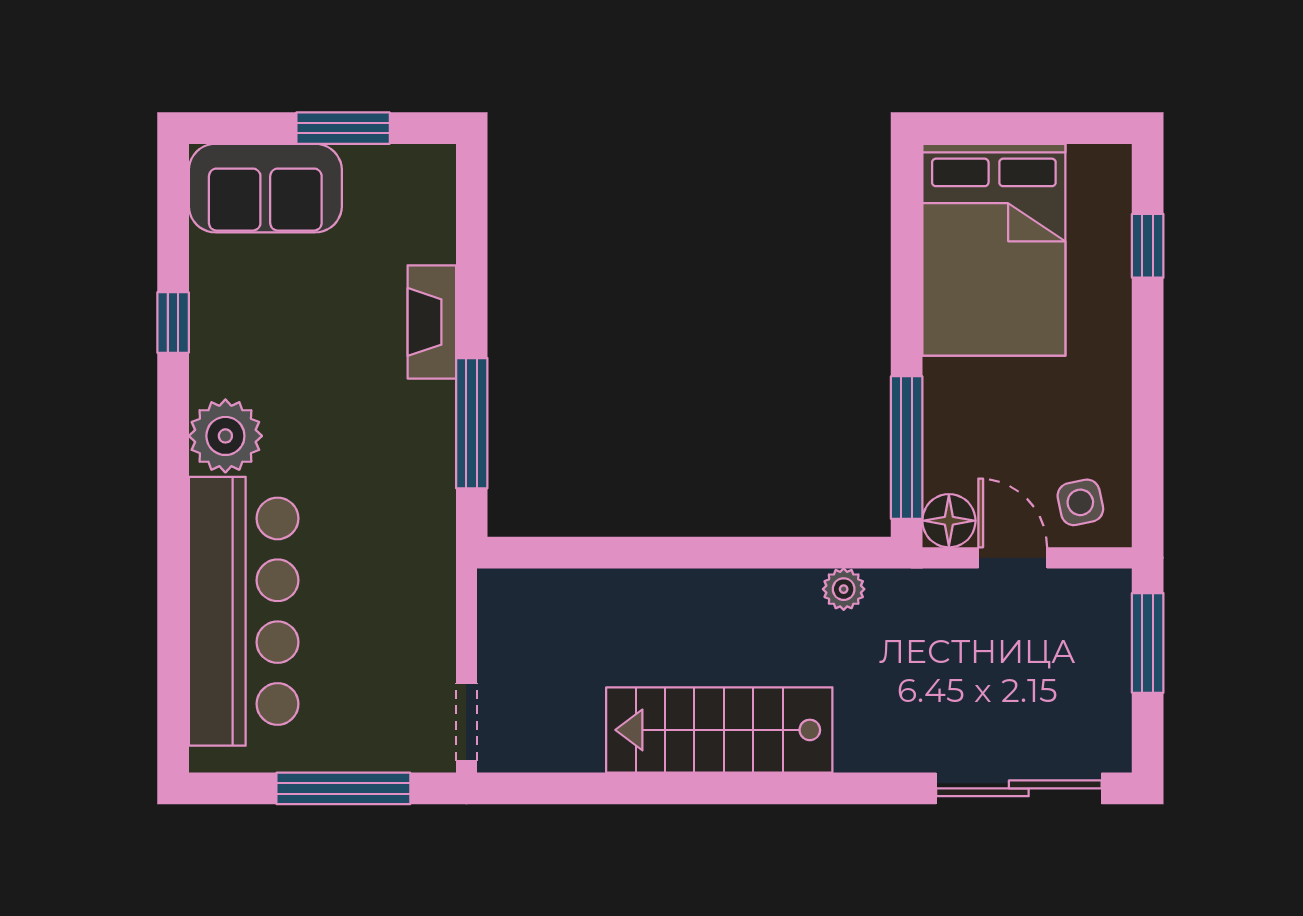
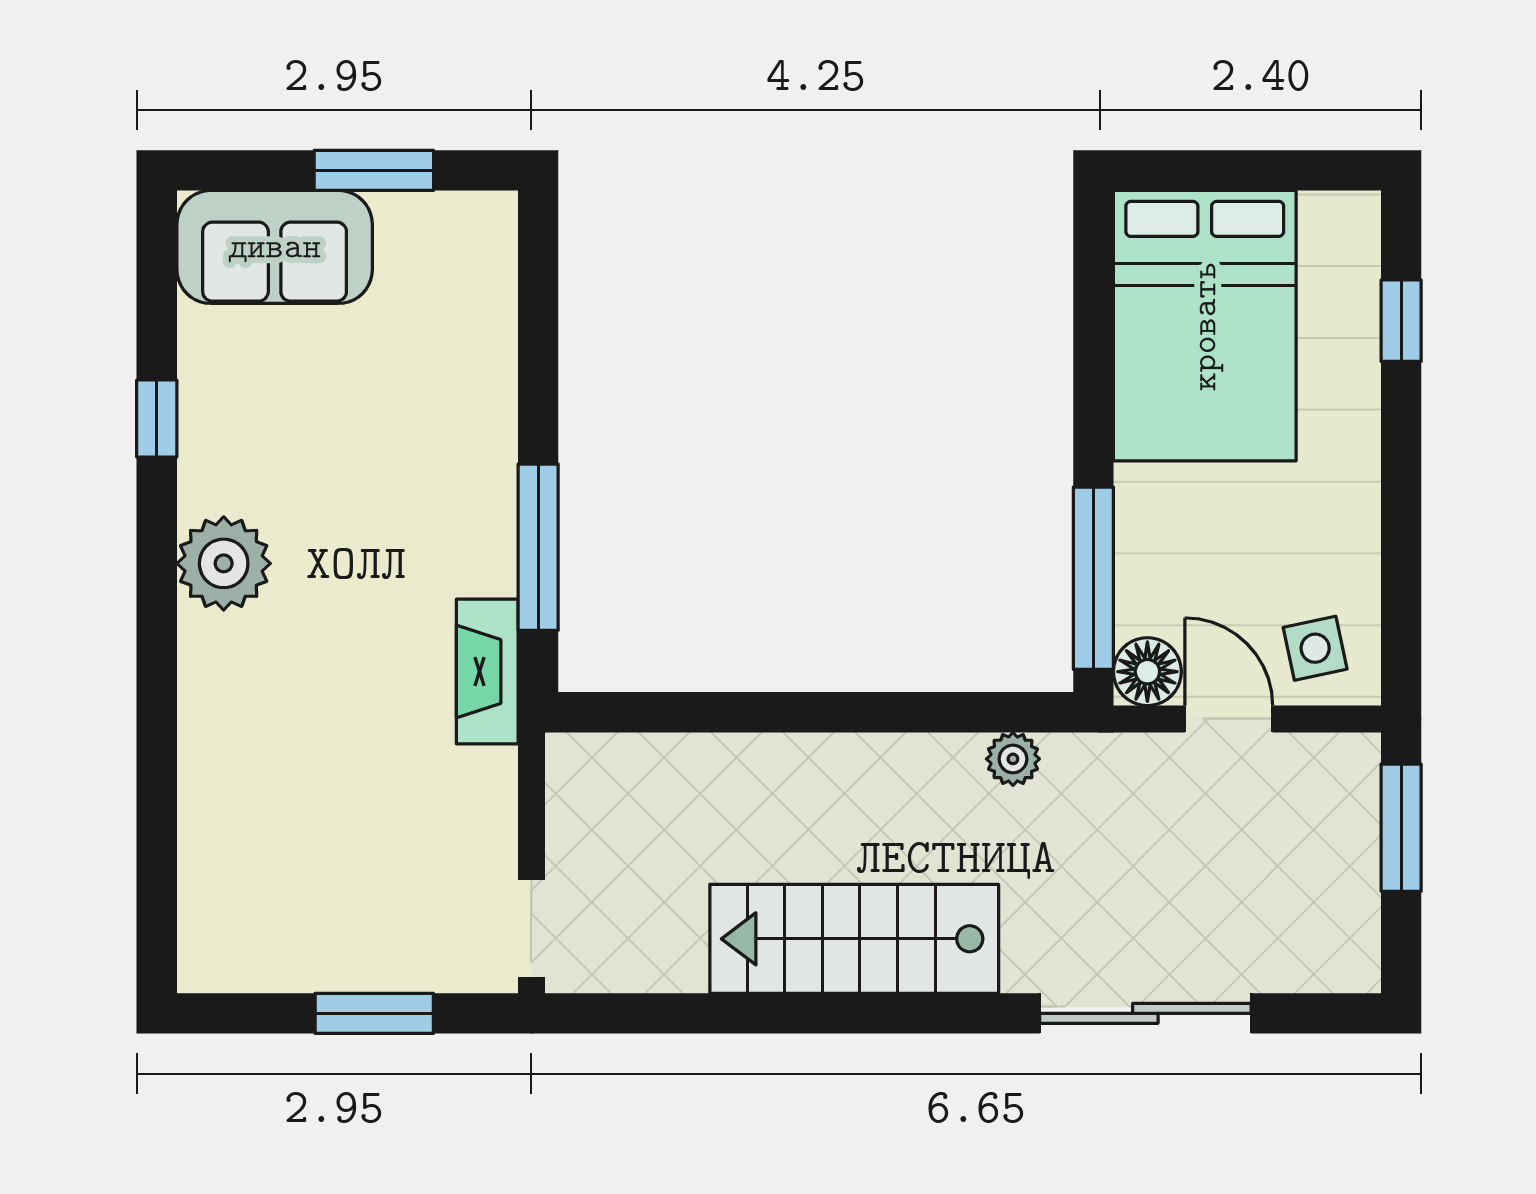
fireplace: (432, 322) -> (487, 671), moved
bar counter: (244, 611) -> (247, 787), removed
window: (343, 788) -> (374, 1013), width x0.69
sliding door: (1019, 788) -> (1145, 1013), moved

